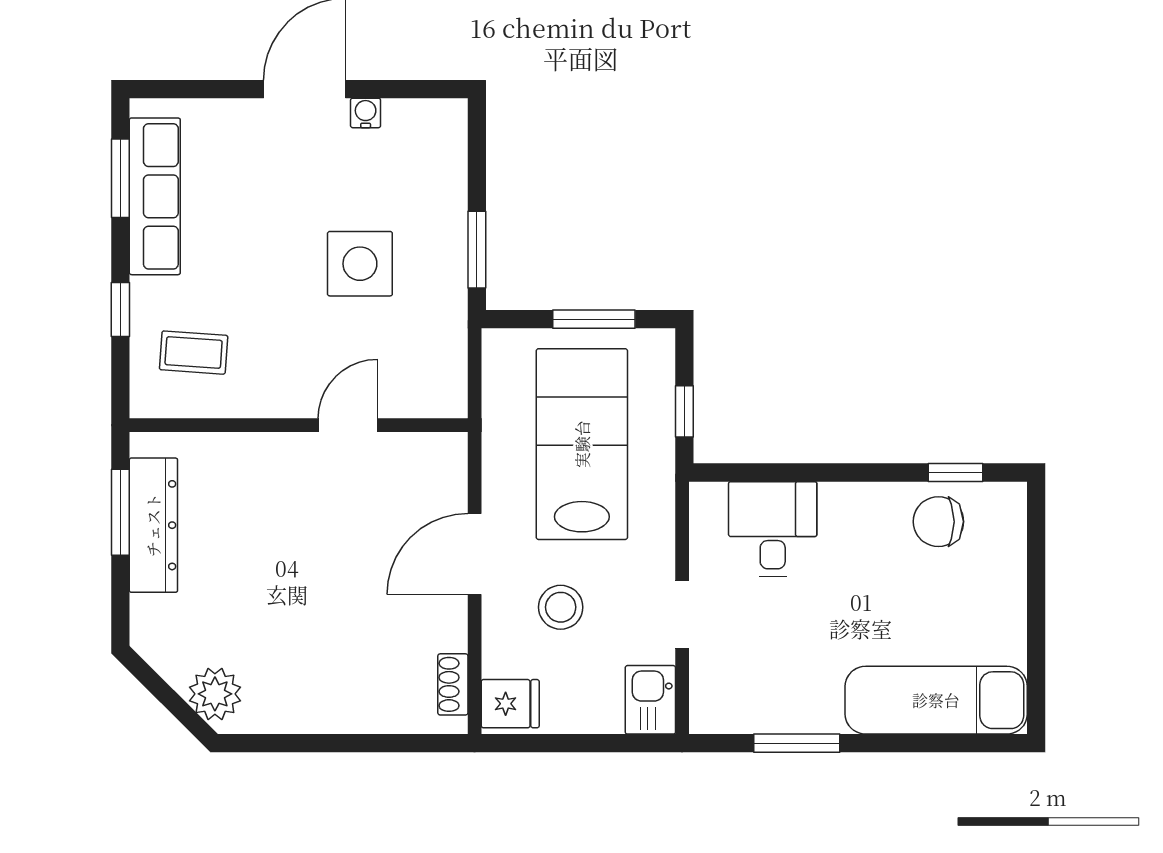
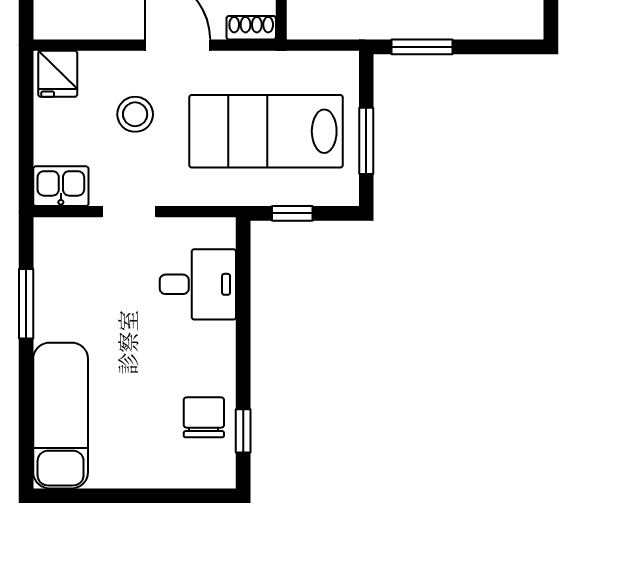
lab bench: (582, 444) -> (266, 131), turned 180
shoe rack: (453, 684) -> (251, 28), moved

